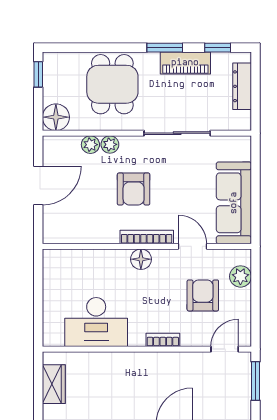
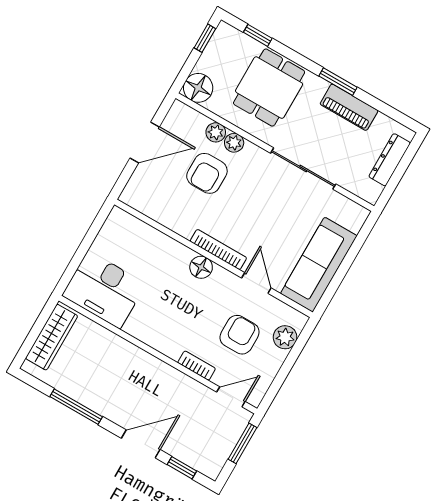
window: (218, 48) -> (258, 35), moved
armchair: (134, 189) -> (207, 173), moved
desk: (96, 322) -> (104, 290), moved
bookcase: (163, 340) -> (197, 366), moved
wardrobe: (54, 384) -> (52, 337), width x1.50

